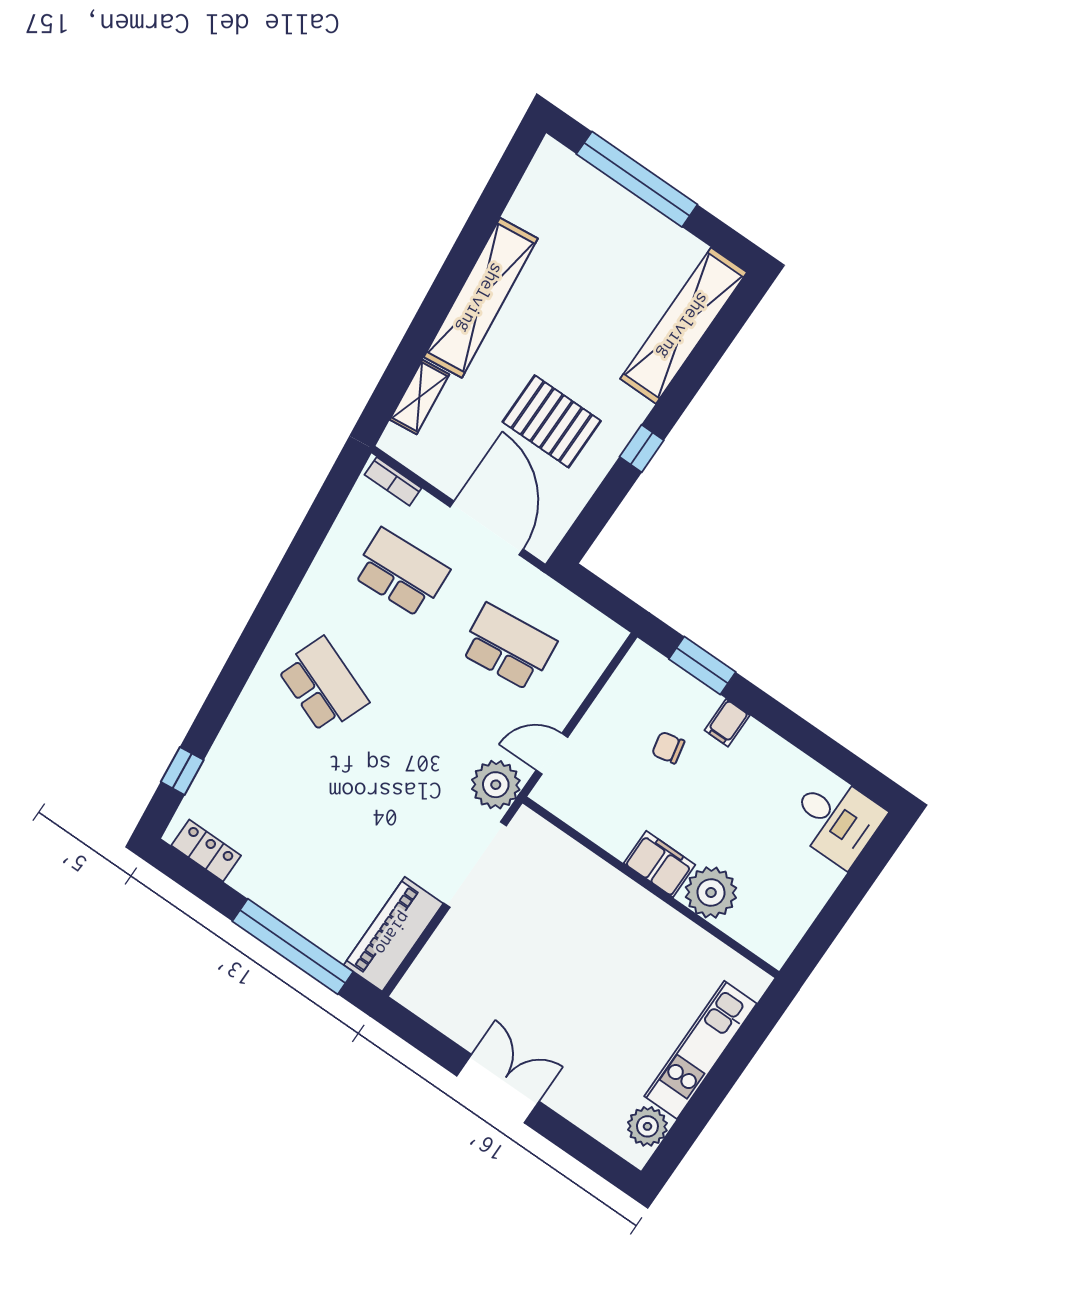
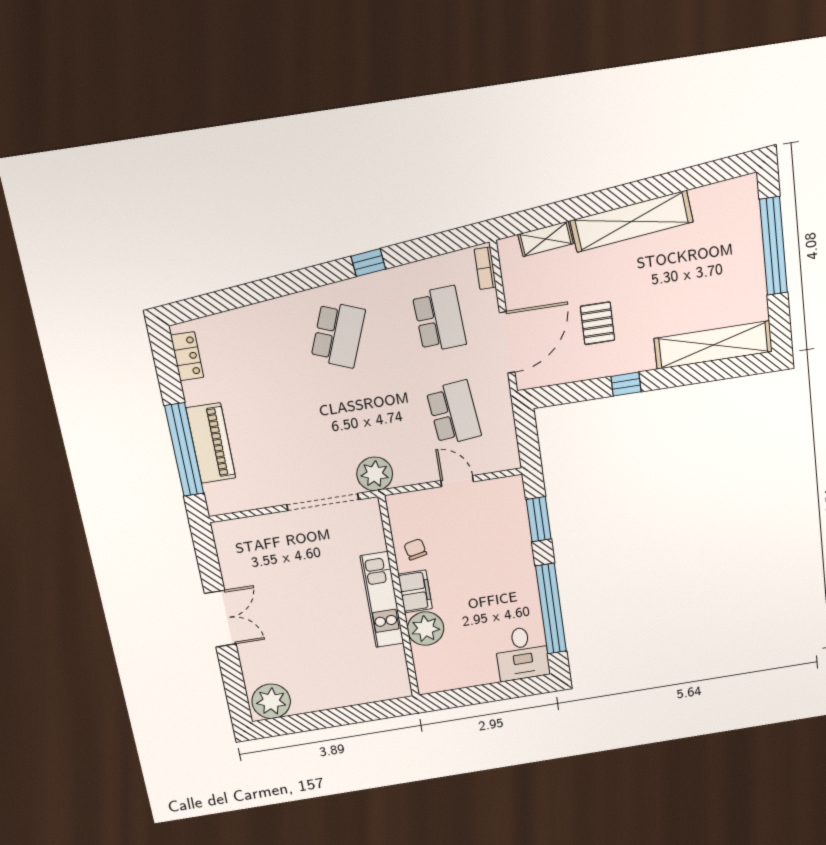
pallet: (552, 421) -> (597, 323), width x0.67, depth x0.71
filing cabinet: (727, 723) -> (521, 558), removed
window: (814, 743) -> (551, 609), added
chair: (668, 748) -> (415, 549), moved
door: (552, 754) -> (457, 481), moved
window: (182, 771) -> (368, 263), moved
piano: (393, 934) -> (211, 443), moved, turned 90
kitchen unit: (701, 1050) -> (382, 600), moved, turned -90
plant: (647, 1126) -> (271, 701), width x1.36, depth x1.36

